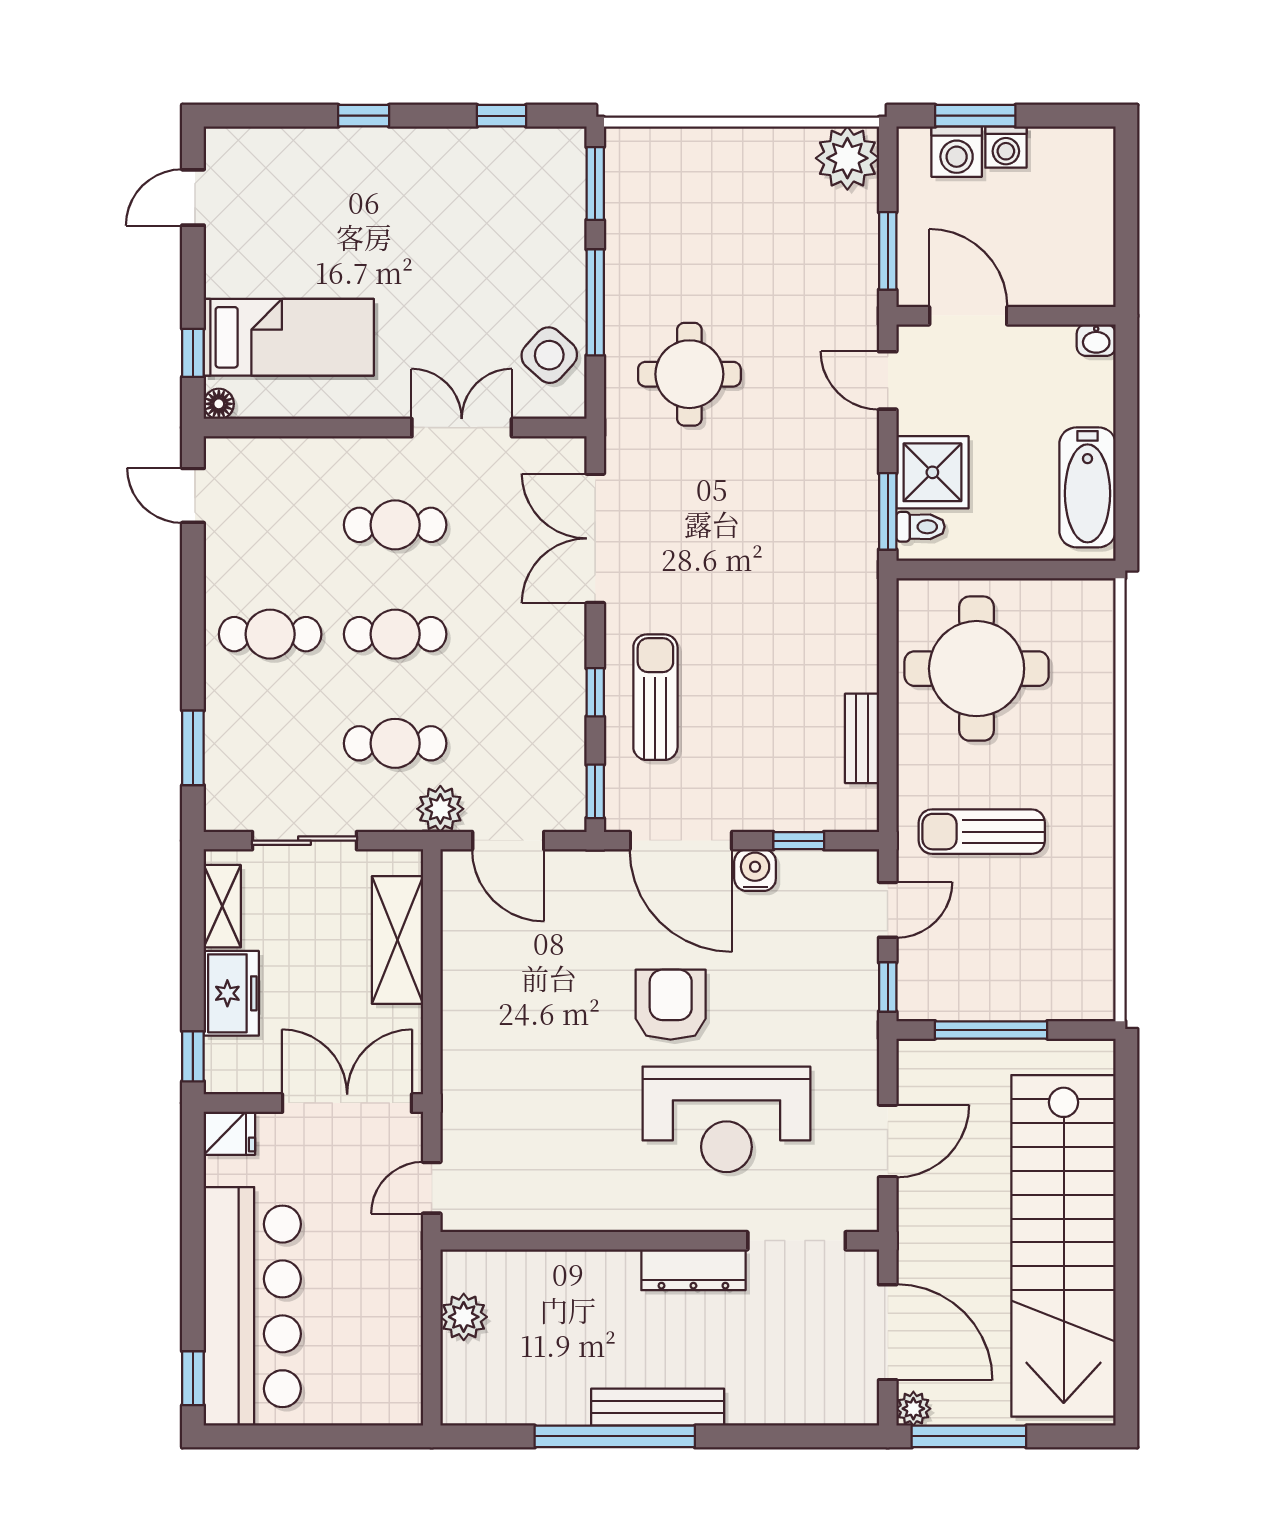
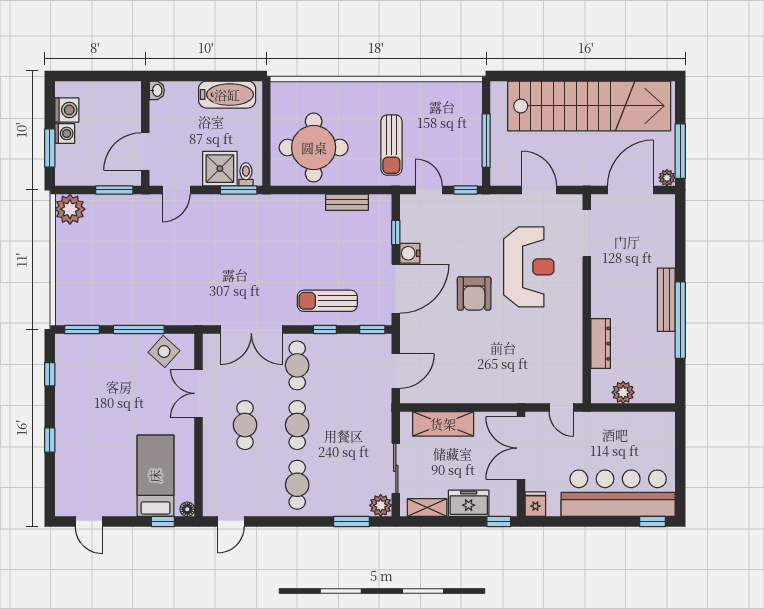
washing machine: (957, 152) -> (67, 110), moved
round table: (689, 374) -> (173, 285), removed
cafe table: (395, 743) -> (297, 365), moved
plant: (440, 809) -> (381, 505), moved
armchair: (671, 1005) -> (474, 294), turned -90
dresser: (693, 1270) -> (601, 344), moved

